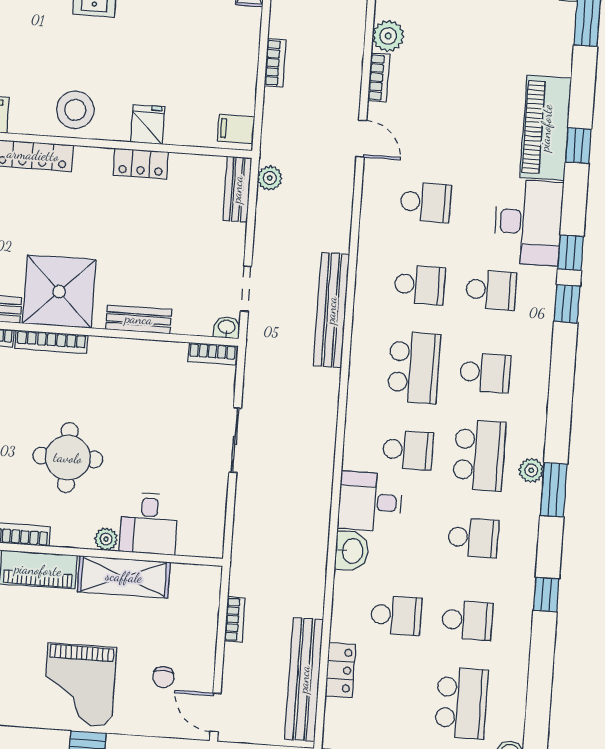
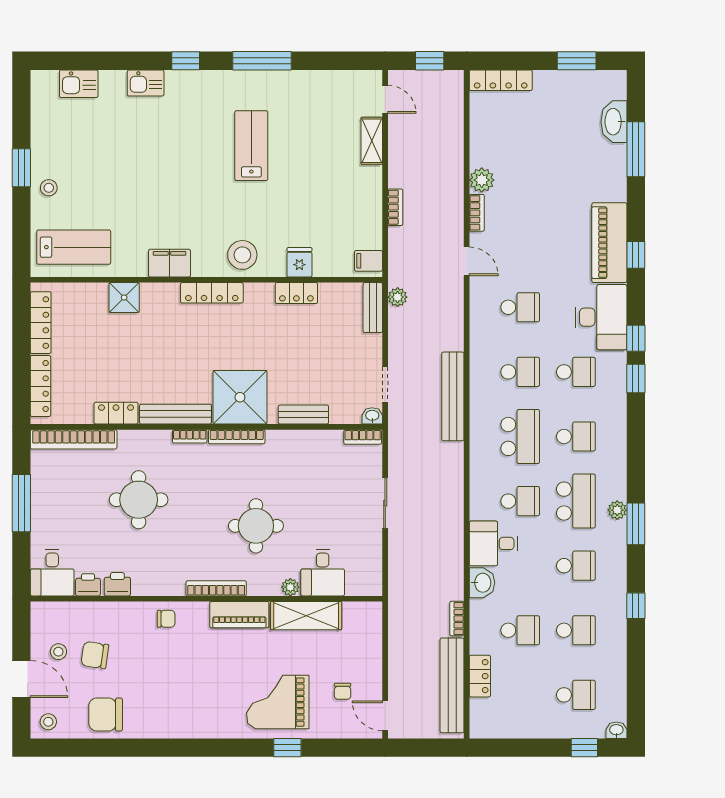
bookcase: (235, 619) -> (457, 619), moved, turned 180
grand piano: (80, 685) -> (278, 702), turned 90
school desk: (461, 703) -> (576, 695), width x0.54

